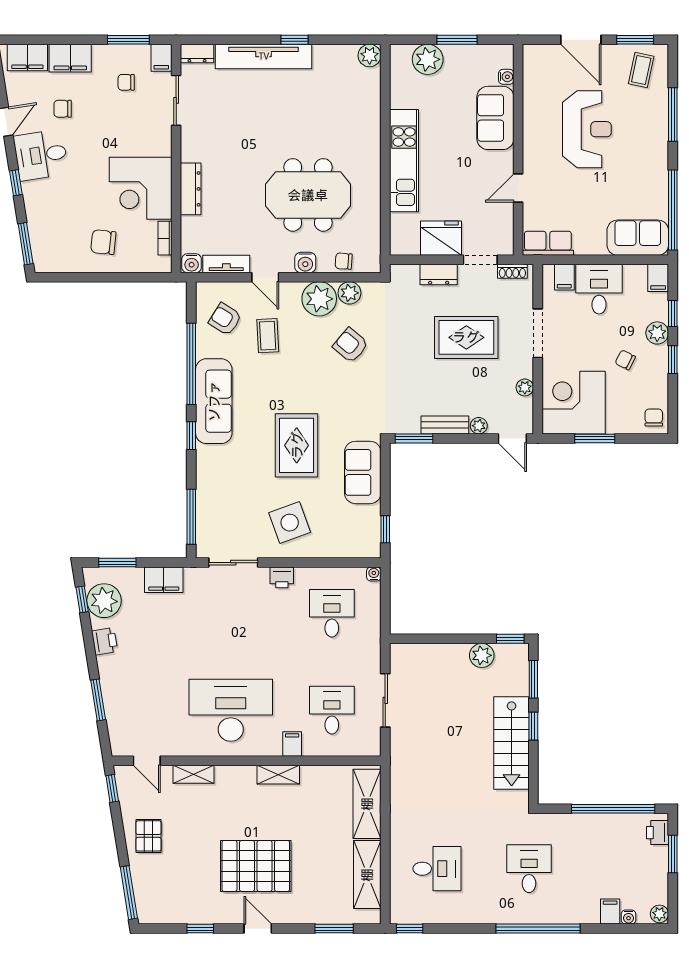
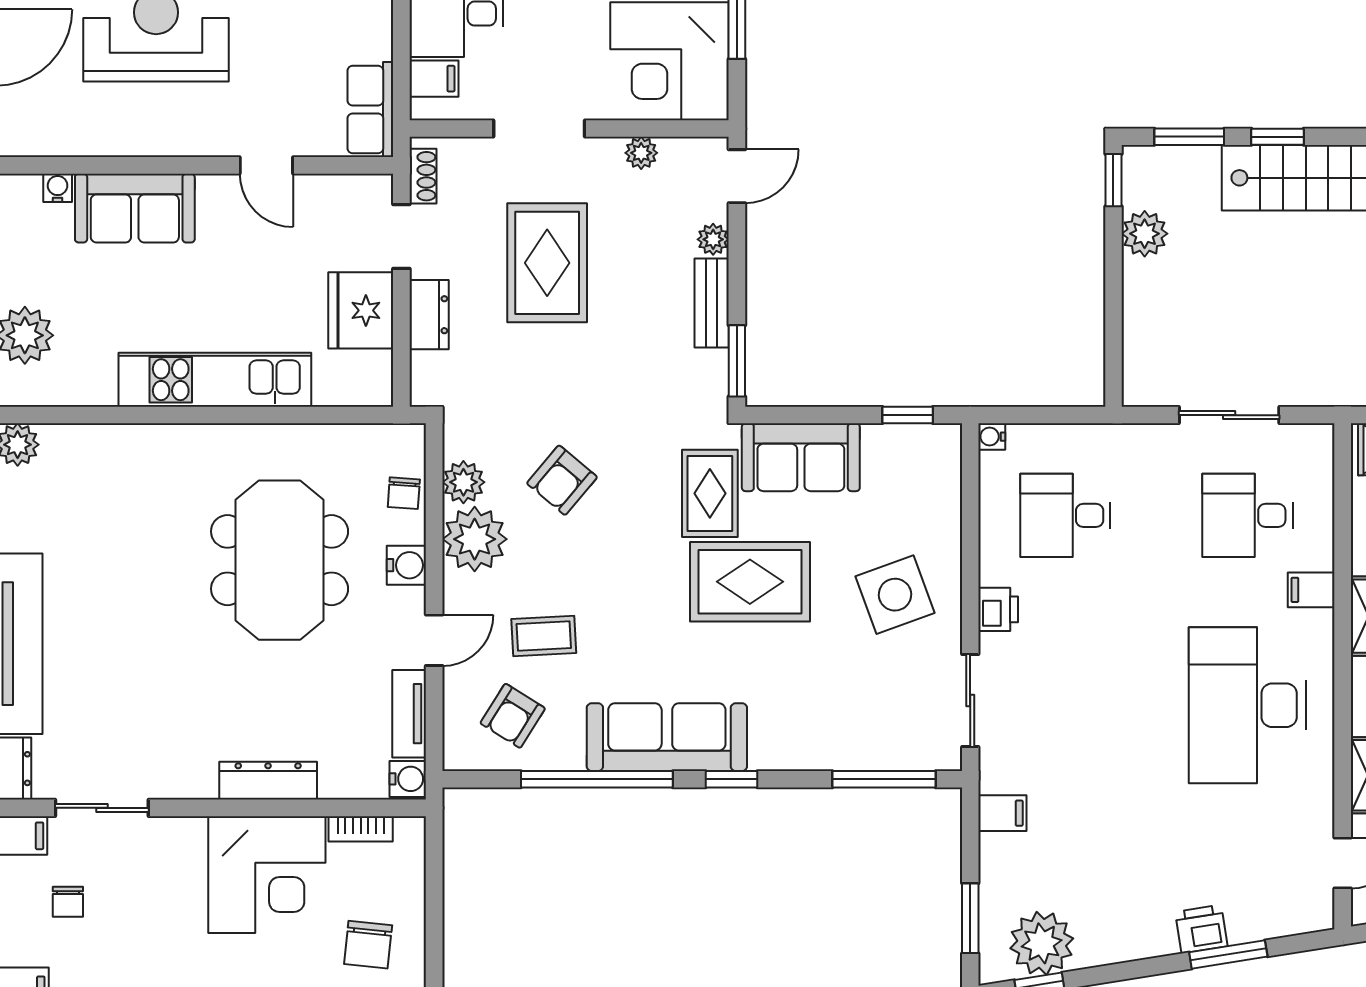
rug: (344, 424) -> (710, 493), added
filing cabinet: (164, 580) -> (1002, 813), width x0.50
printer: (105, 641) -> (1201, 929), moved

